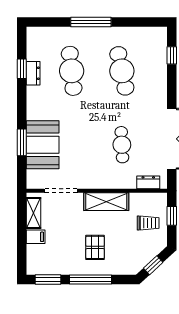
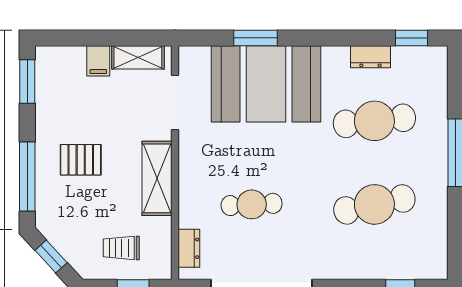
window: (22, 69) -> (412, 38), moved
booth: (43, 145) -> (266, 84), width x1.36, depth x1.42
trolley: (148, 223) -> (121, 248), turned 90
window: (90, 279) -> (27, 176), moved

